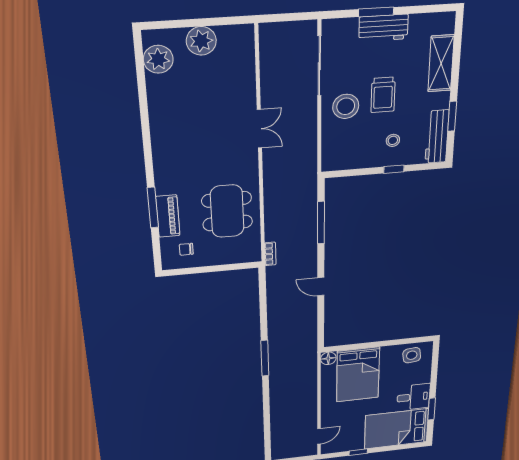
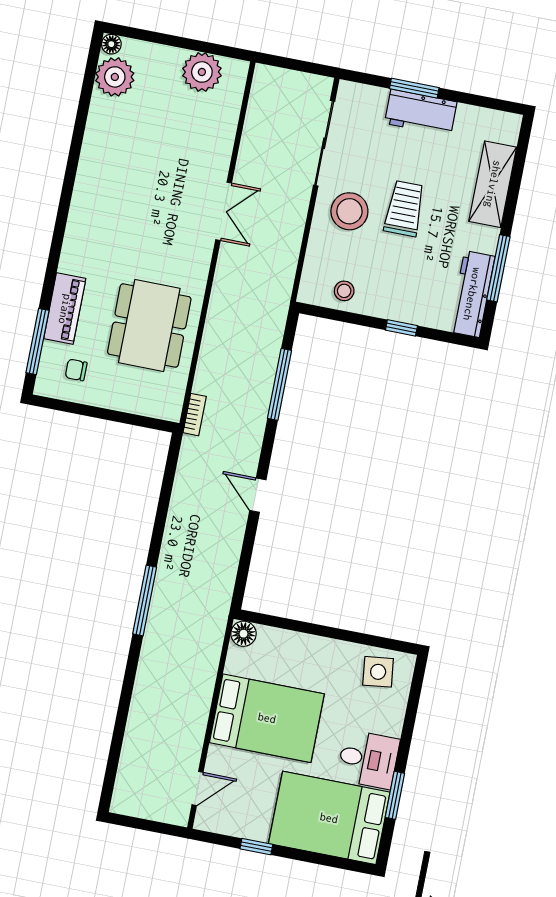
floor lamp: (149, 37) -> (111, 44), added
plant: (201, 41) -> (202, 72), moved
trolley: (383, 95) -> (404, 209), turned 180
window: (452, 116) -> (498, 268), width x1.44
stool: (393, 140) -> (344, 291), moved
window: (153, 208) -> (38, 341), moved
bed: (358, 375) -> (267, 718), moved, turned -90

